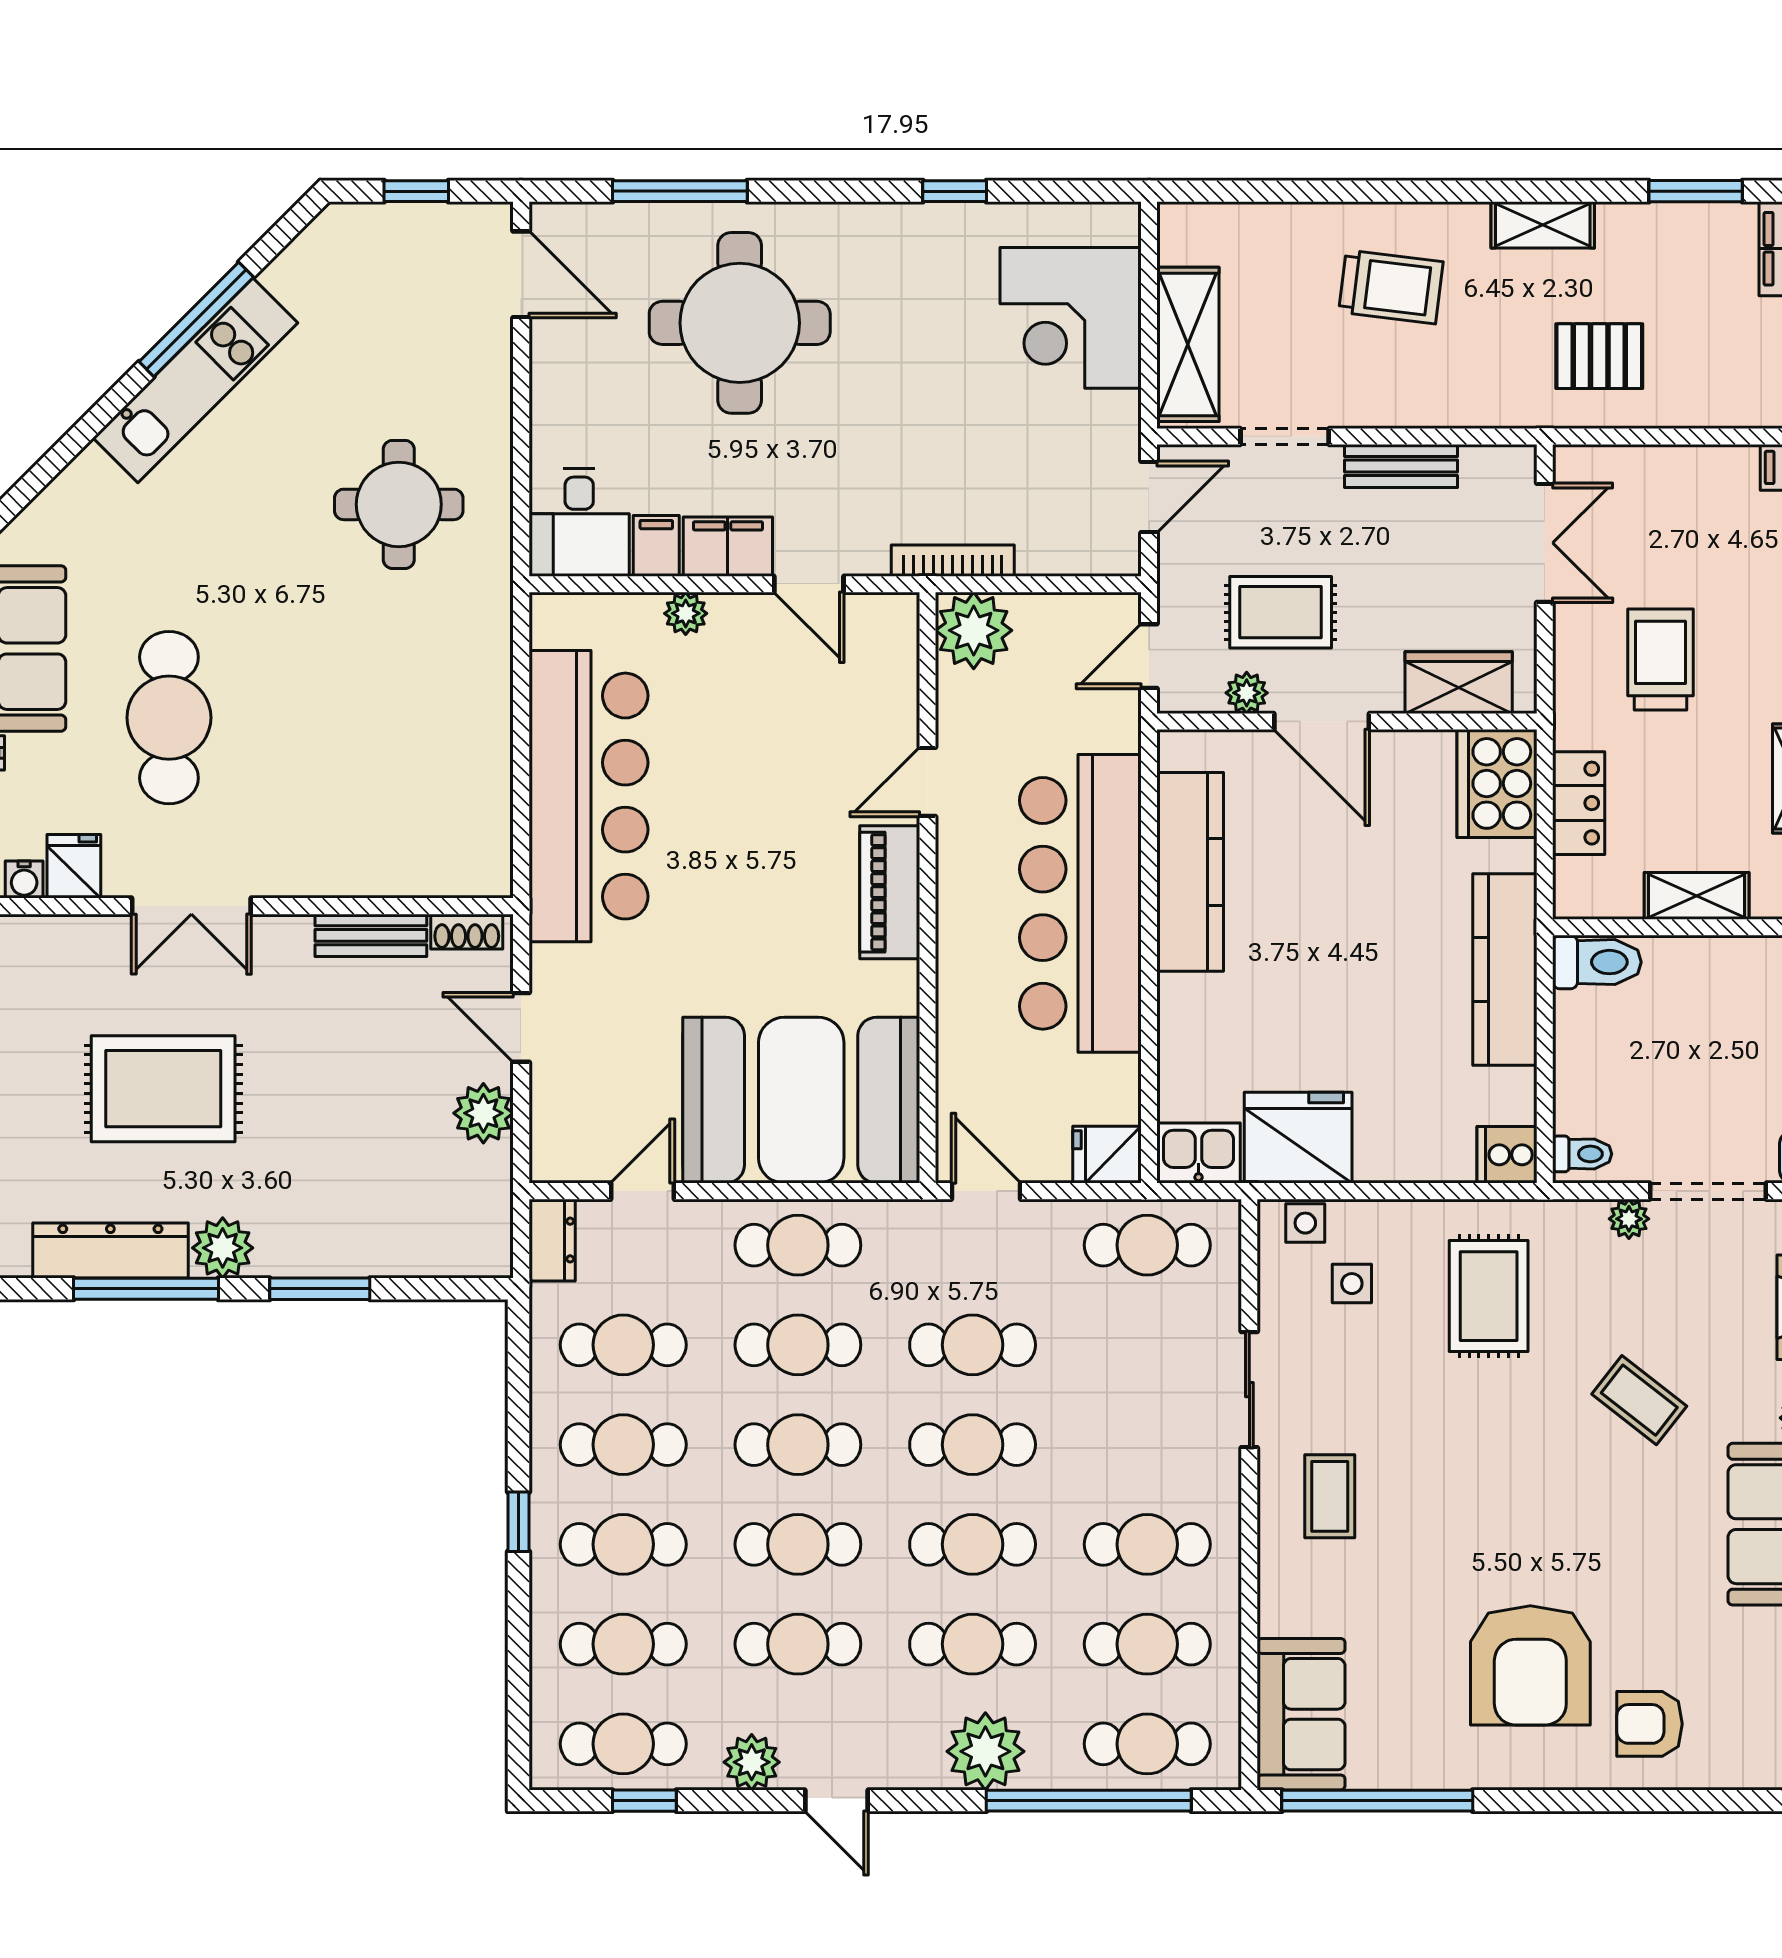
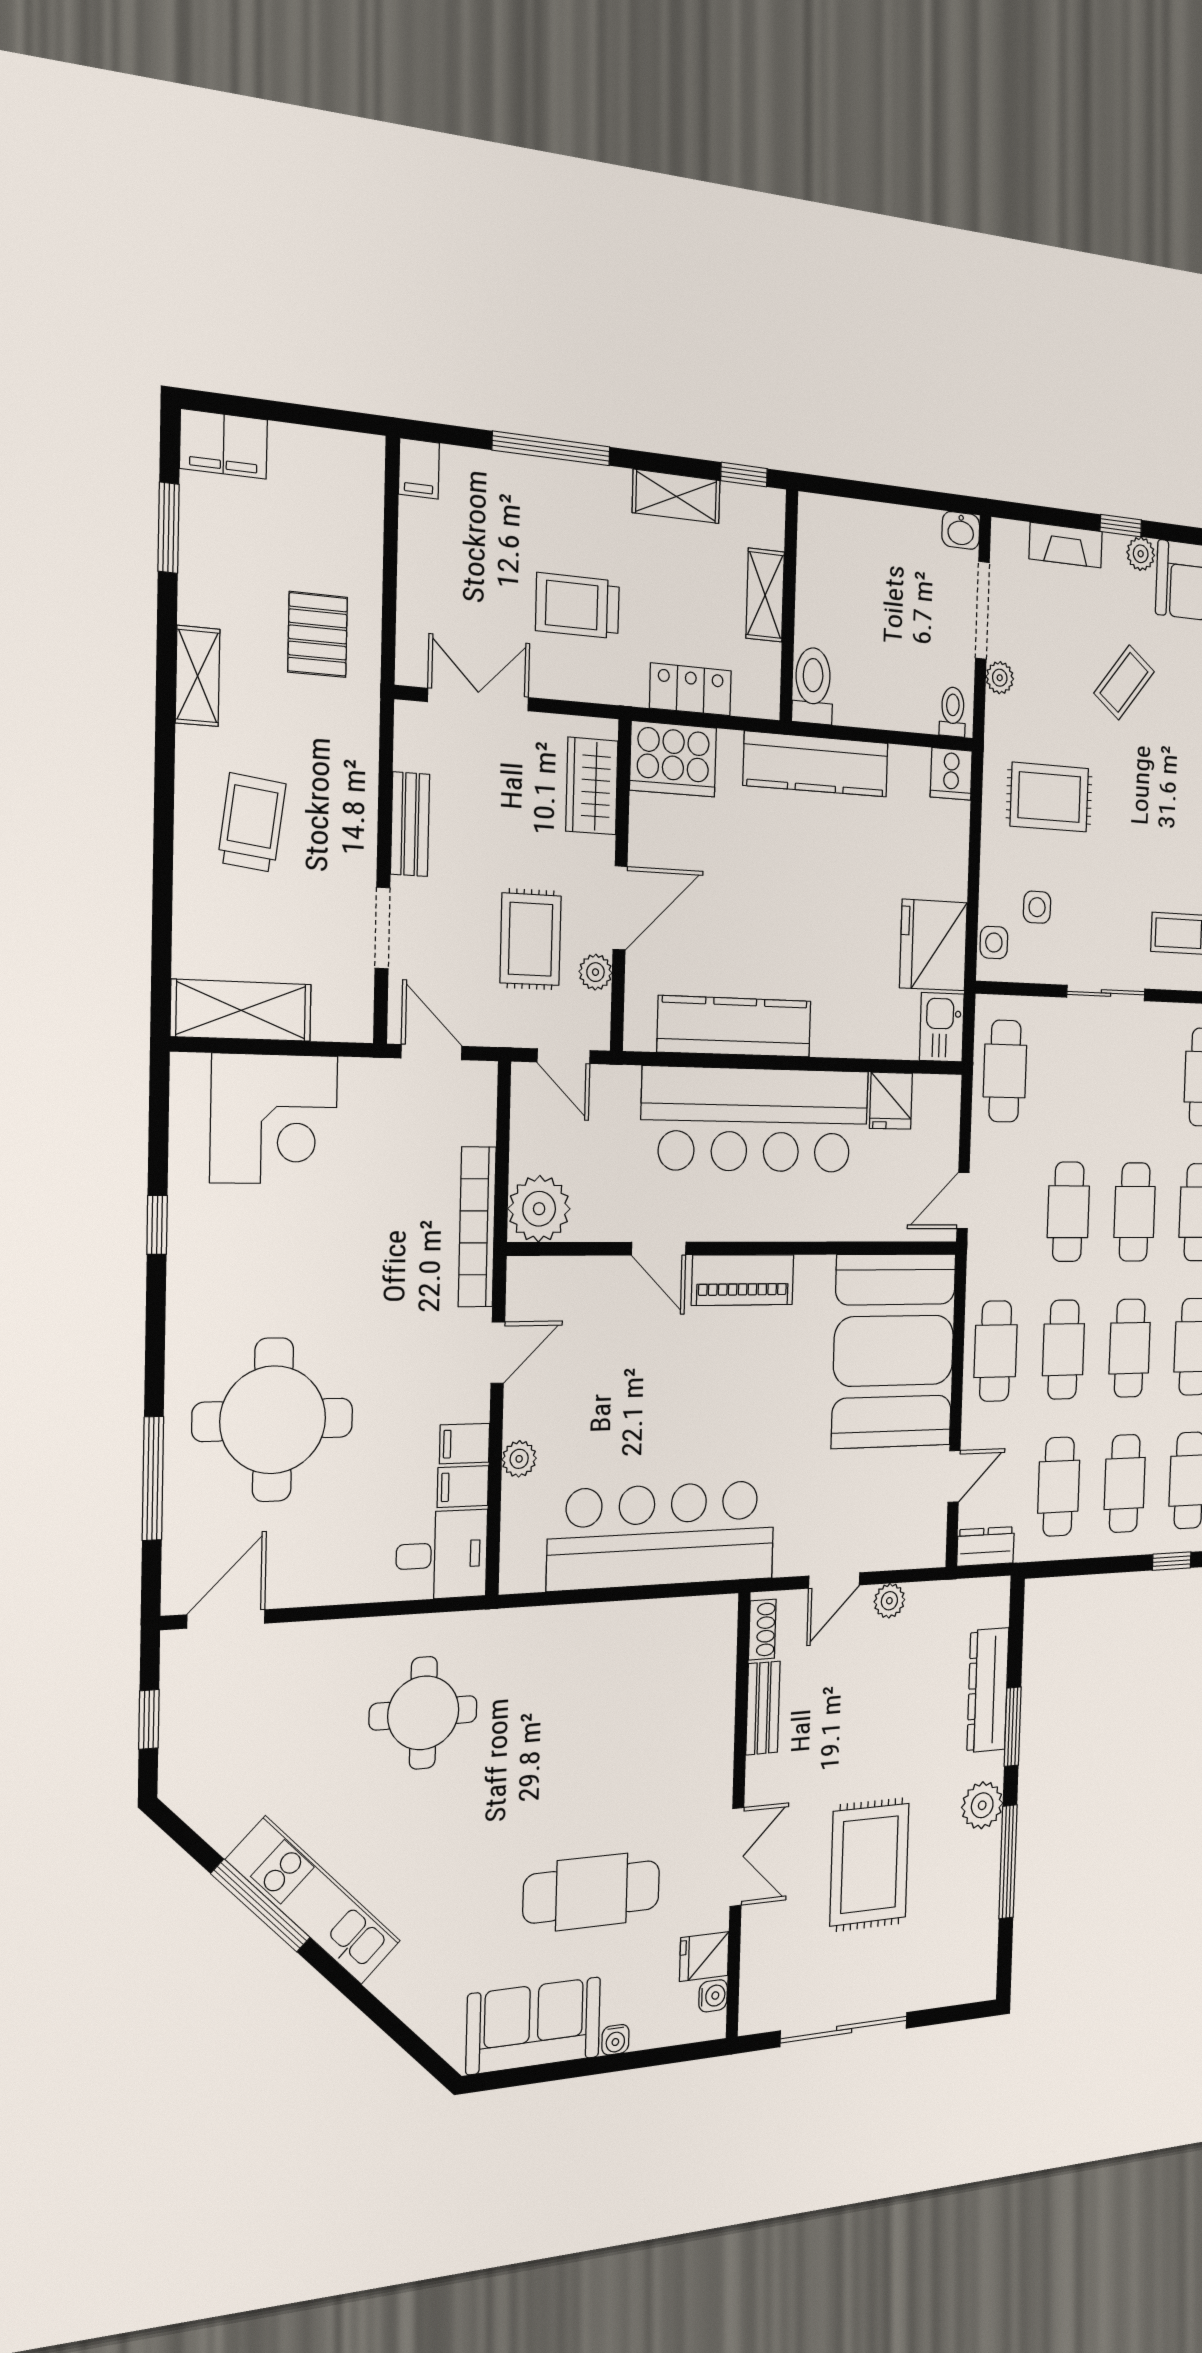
shelving: (1188, 344) -> (241, 1010), moved
filing cabinet: (728, 547) -> (465, 1444), width x0.50
bookcase: (953, 561) -> (477, 1227), width x1.48, depth x1.31
plant: (483, 1113) -> (889, 1601), width x0.73, depth x0.73
fridge: (1107, 1155) -> (891, 1101), moved
door: (642, 1191) -> (954, 1476), swing flipped
dresser: (110, 1250) -> (988, 1690), moved

